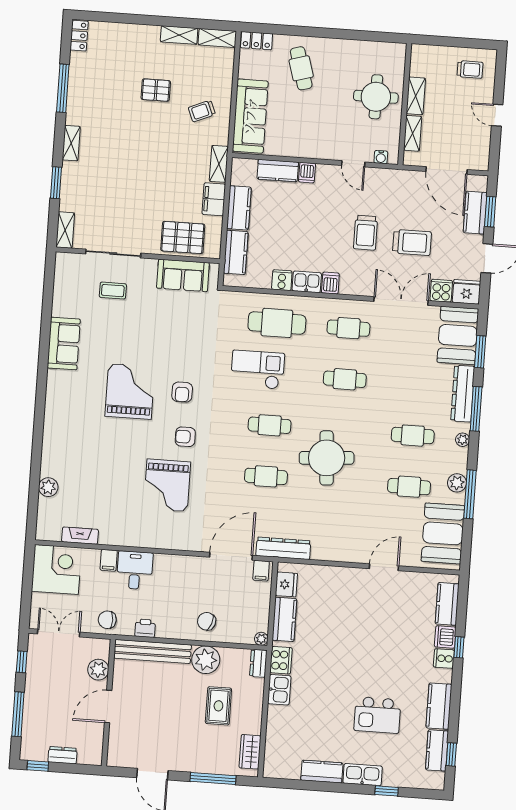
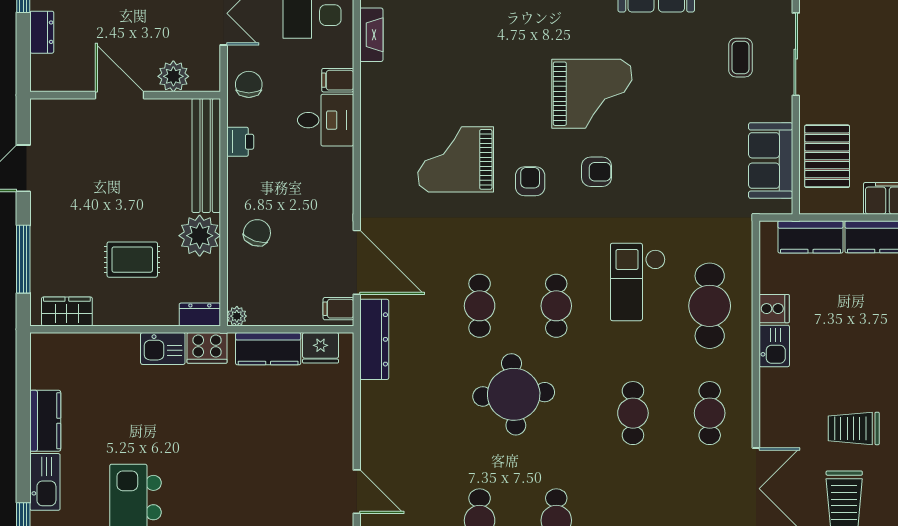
dishwasher: (330, 283) -> (775, 381), removed
checkout: (258, 370) -> (638, 282), turned 180
armchair: (182, 392) -> (596, 172), turned 180

